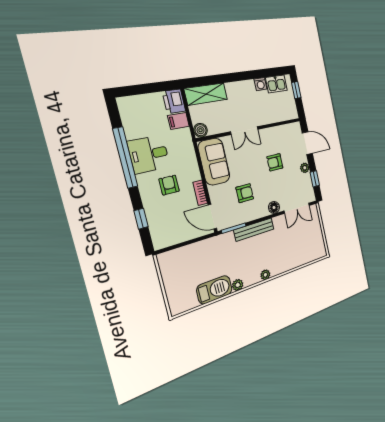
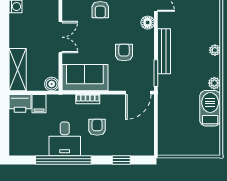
armchair: (169, 185) -> (97, 127), turned 90
bookcase: (200, 193) -> (88, 99), moved

